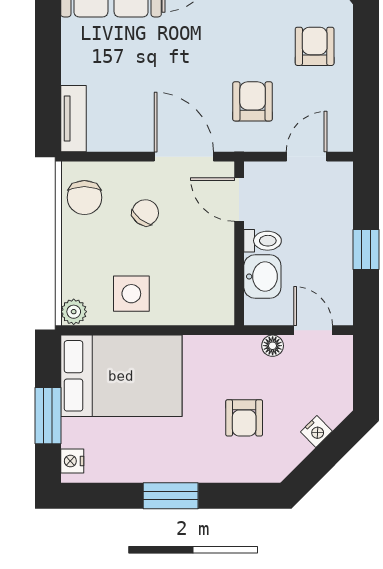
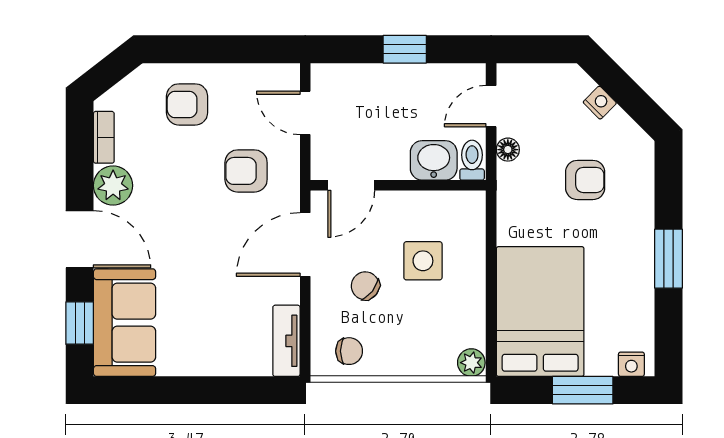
tv unit: (73, 119) -> (286, 341), moved, turned -90
chair: (84, 198) -> (349, 351), width x0.73, depth x0.73
toilet: (263, 241) -> (472, 160), moved
side table: (131, 294) -> (423, 261), moved

